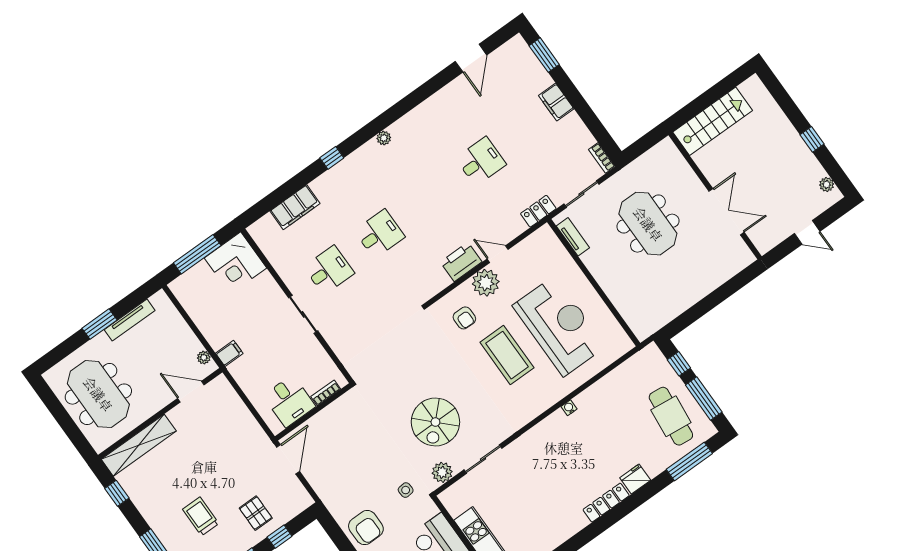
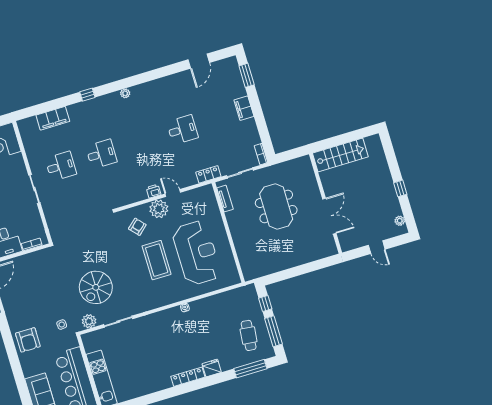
printer: (461, 262) -> (154, 191), width x0.53, depth x0.68
armchair: (464, 318) -> (137, 227), turned -132
cafe table: (671, 416) -> (249, 335), width x0.73, depth x0.74

